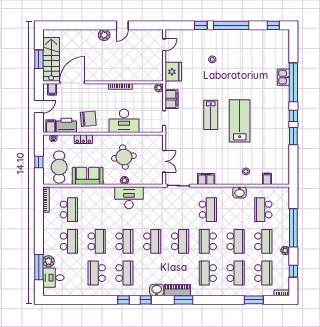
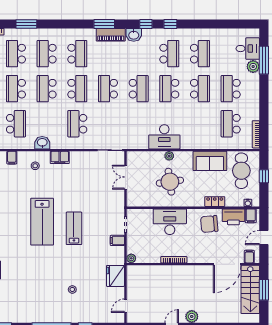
filing cabinet: (171, 99) -> (117, 240), width x0.50
filing cabinet: (206, 179) -> (60, 157), moved
school desk: (97, 241) -> (200, 89), turned 180
school desk: (152, 241) -> (139, 89), turned 180
school desk: (124, 273) -> (169, 54), turned 180

